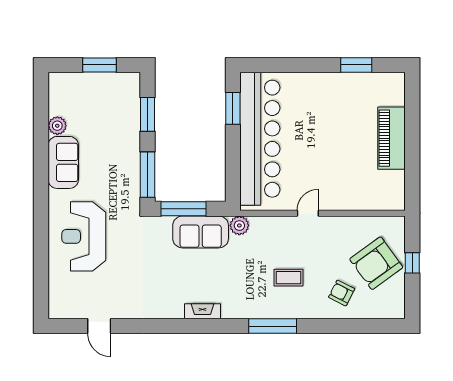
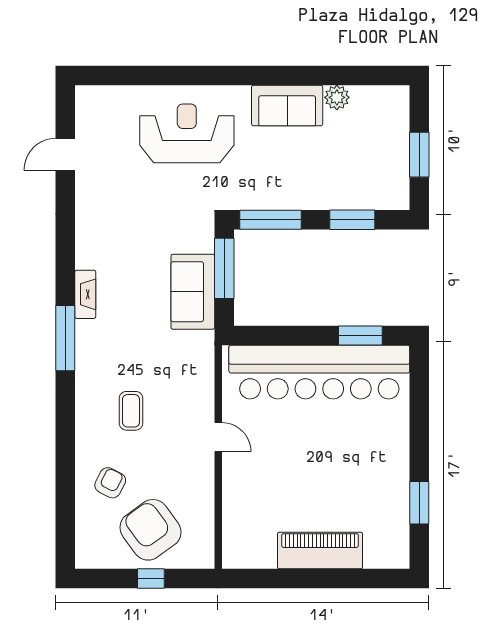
plant: (239, 226) -> (202, 344), removed
window: (273, 326) -> (65, 338), moved

